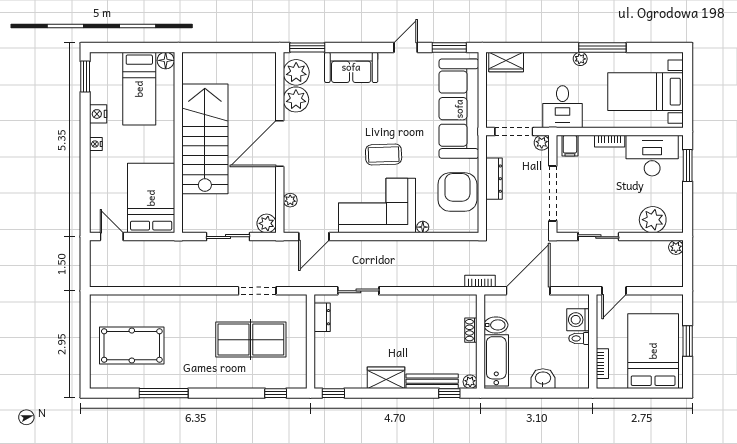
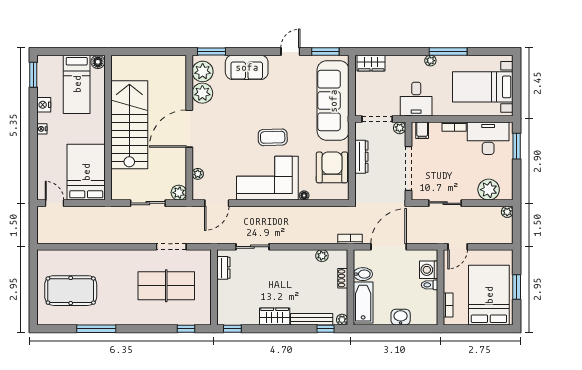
plant: (445, 302) -> (322, 256), added

